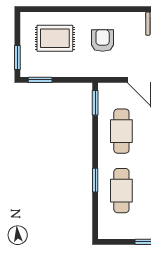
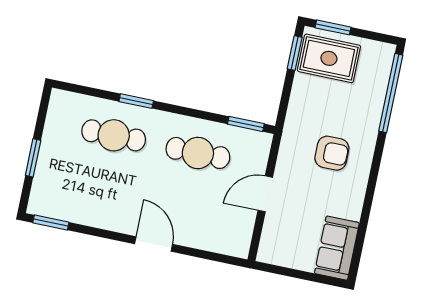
window: (54, 9) -> (391, 93), added
rug: (55, 38) -> (329, 58), moved, turned 90

